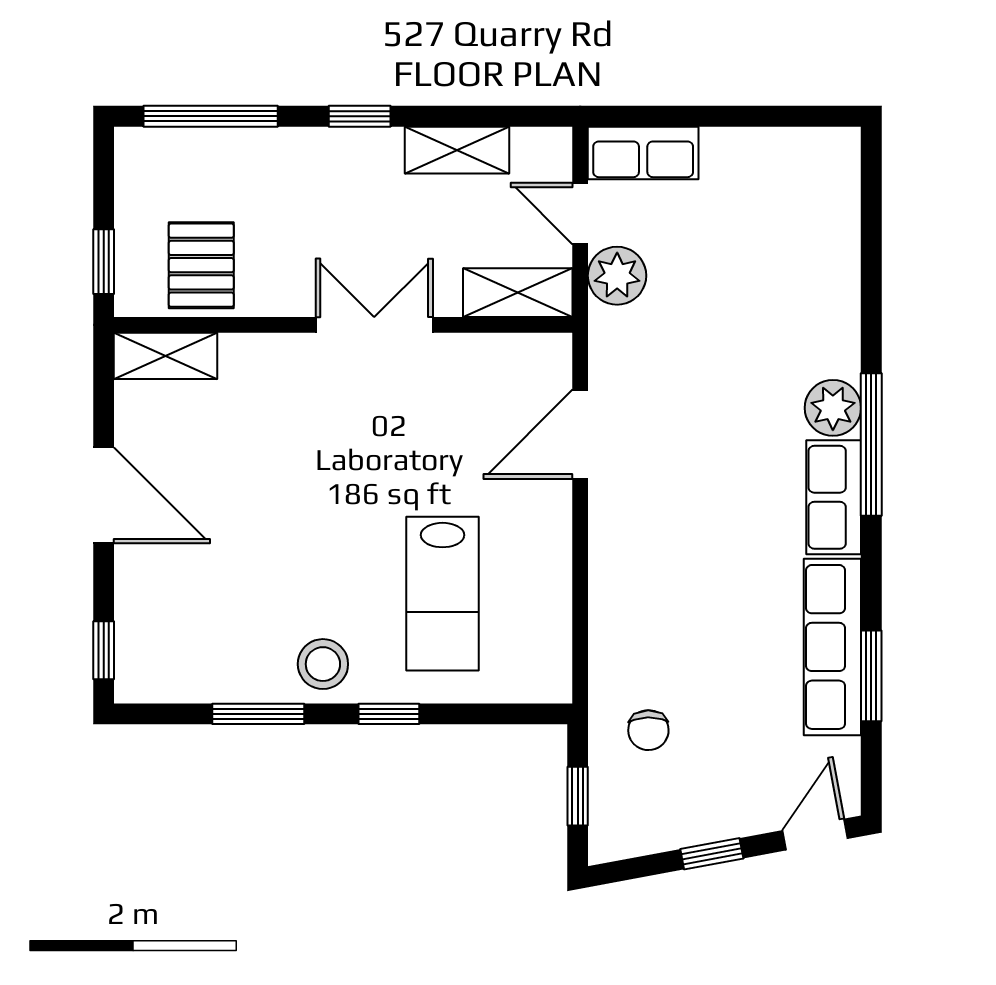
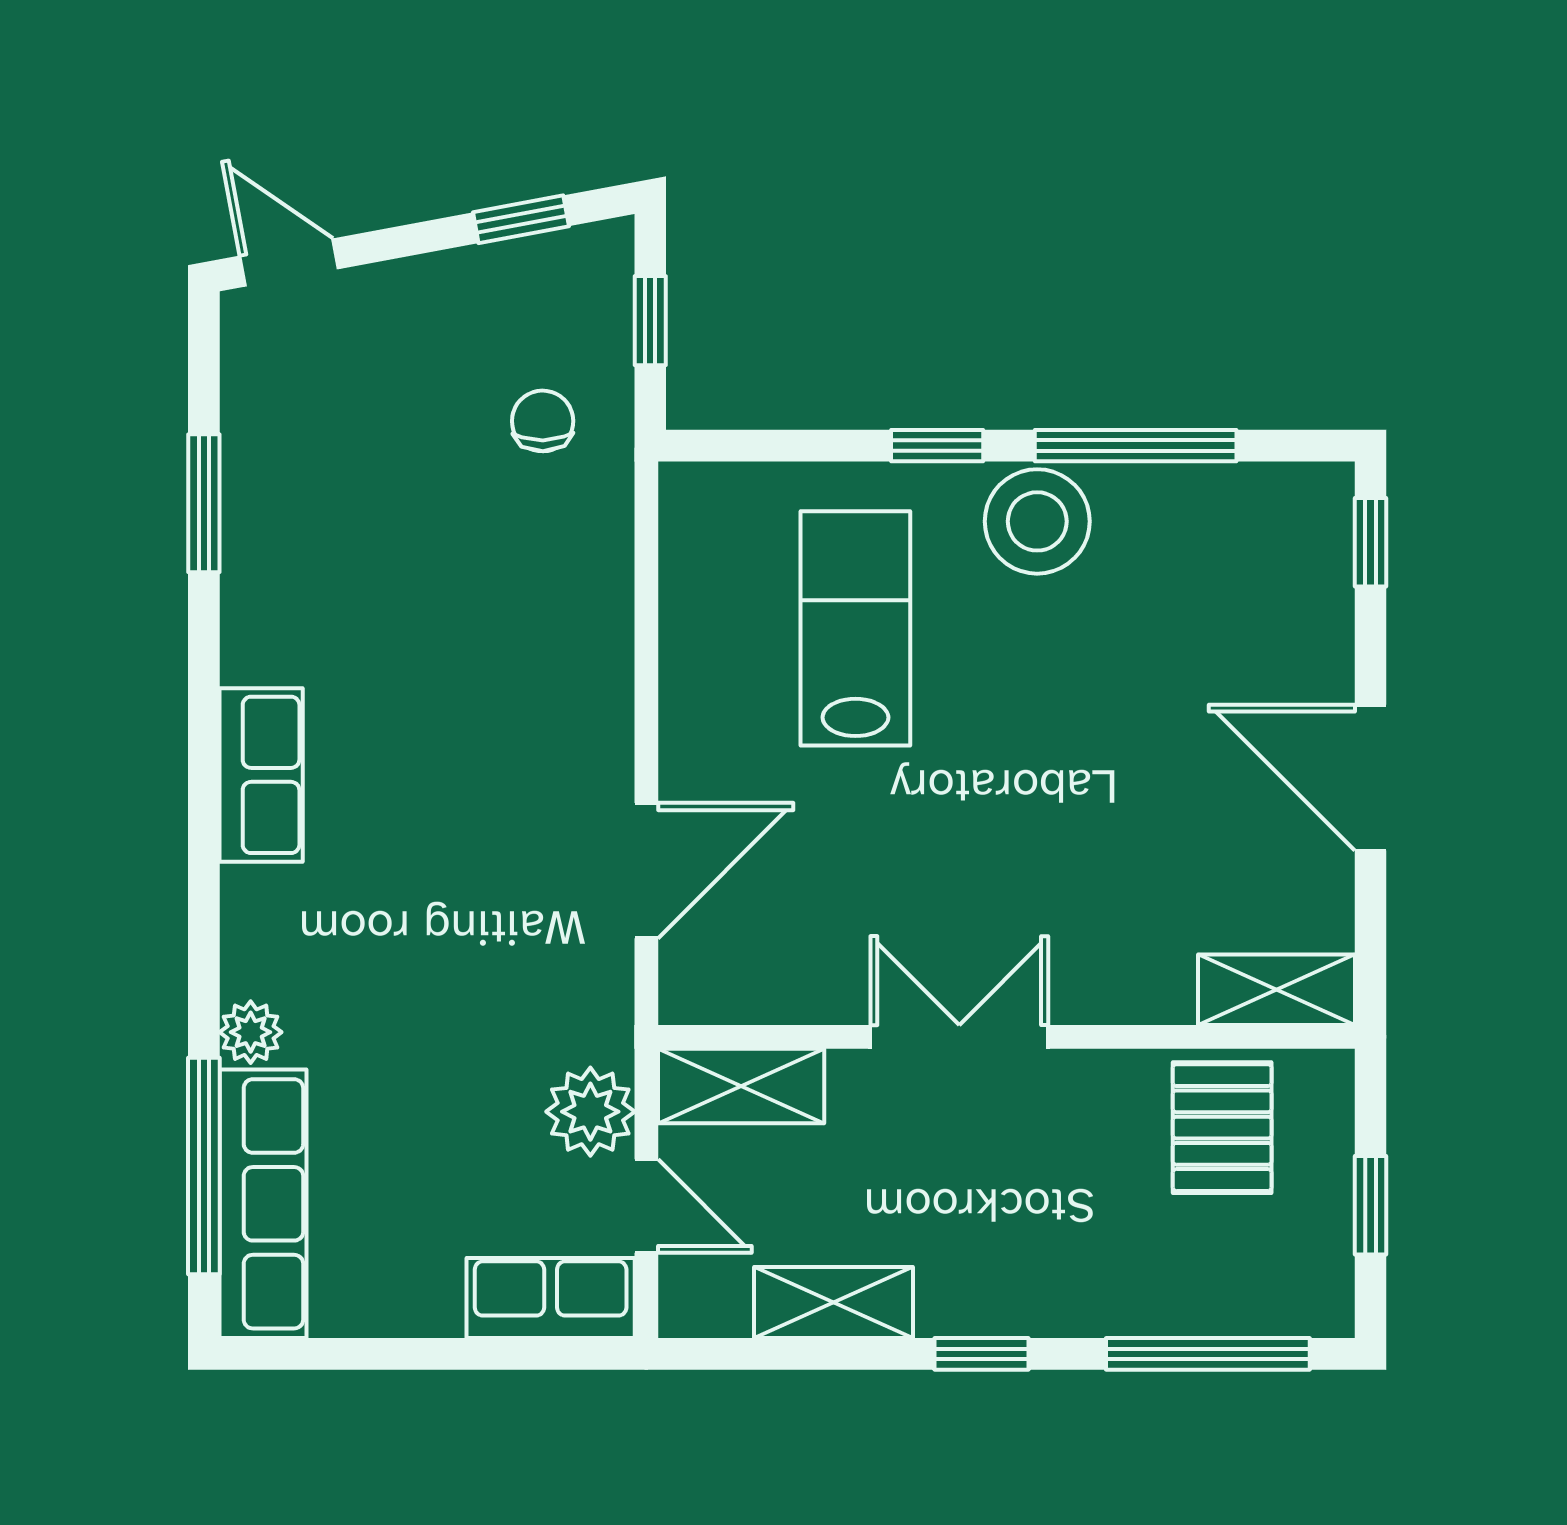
window: (104, 262) -> (1371, 1205), moved
double door: (374, 325) -> (959, 1037), swing flipped
plant: (833, 408) -> (251, 1032), moved, width x0.73, depth x0.73
window: (871, 444) -> (204, 1166), moved
row of seats: (832, 647) -> (263, 1204), moved
stool: (323, 664) -> (1037, 521), width x1.38, depth x1.38
window: (258, 714) -> (1136, 446), width x1.44
door: (815, 834) -> (289, 262), swing flipped
window: (712, 854) -> (521, 219), moved

